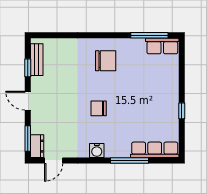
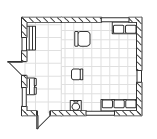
dresser: (37, 146) -> (31, 86), moved

